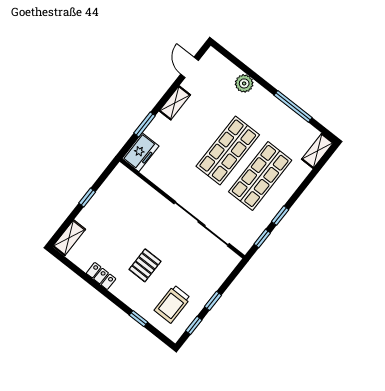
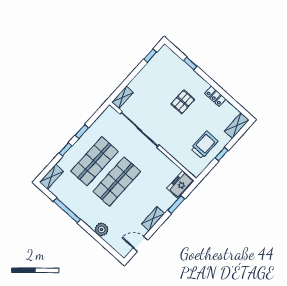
door: (189, 67) -> (141, 244), swing flipped
window: (262, 238) -> (65, 150), moved
shelving: (228, 266) -> (122, 97), added
window: (213, 301) -> (135, 73), removed
trolley: (172, 304) -> (204, 145), moved

